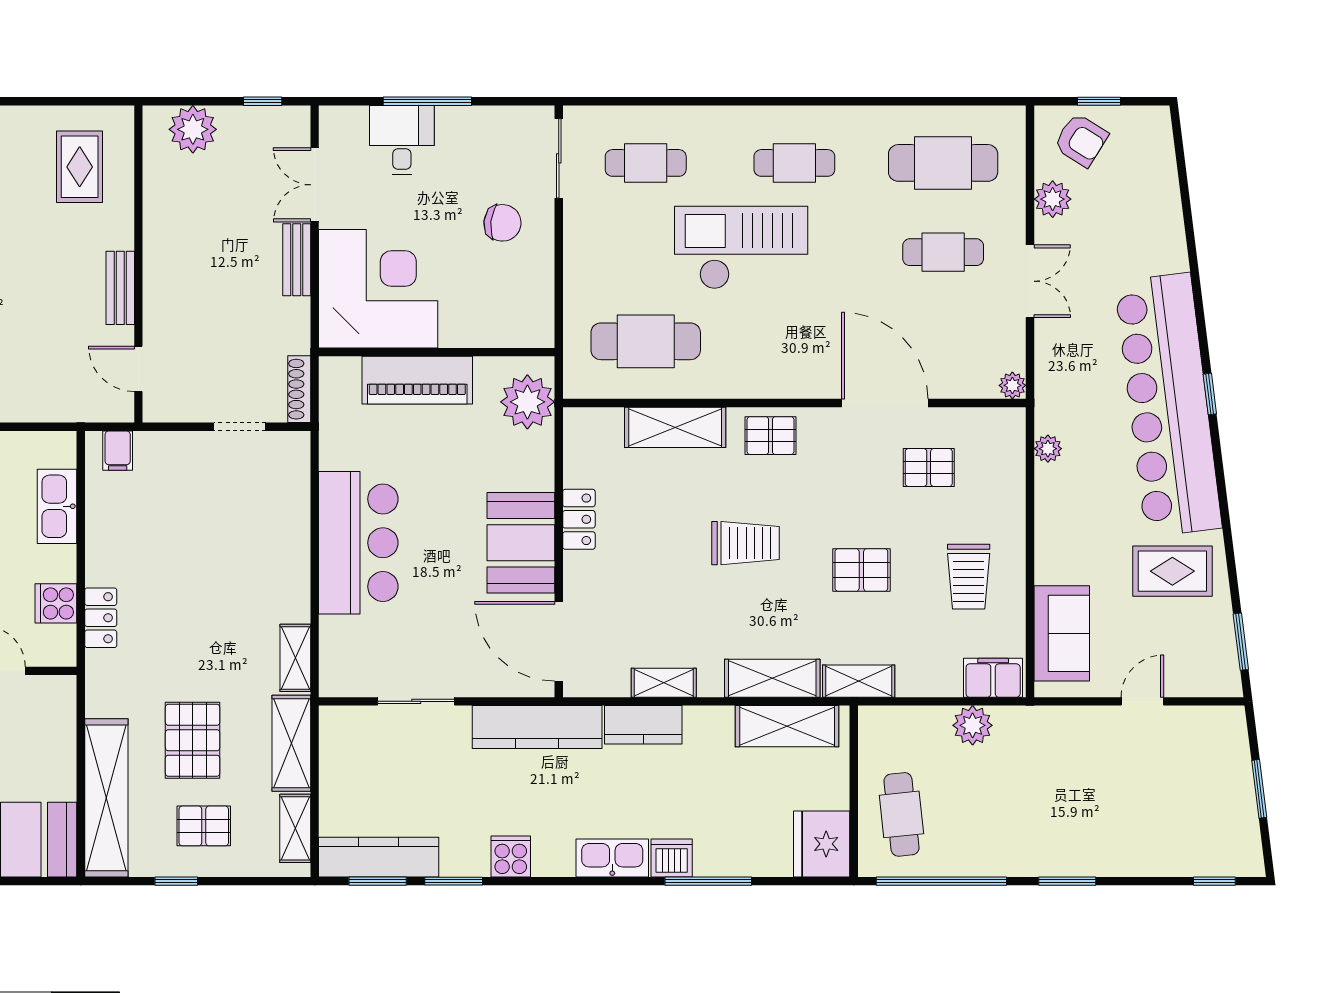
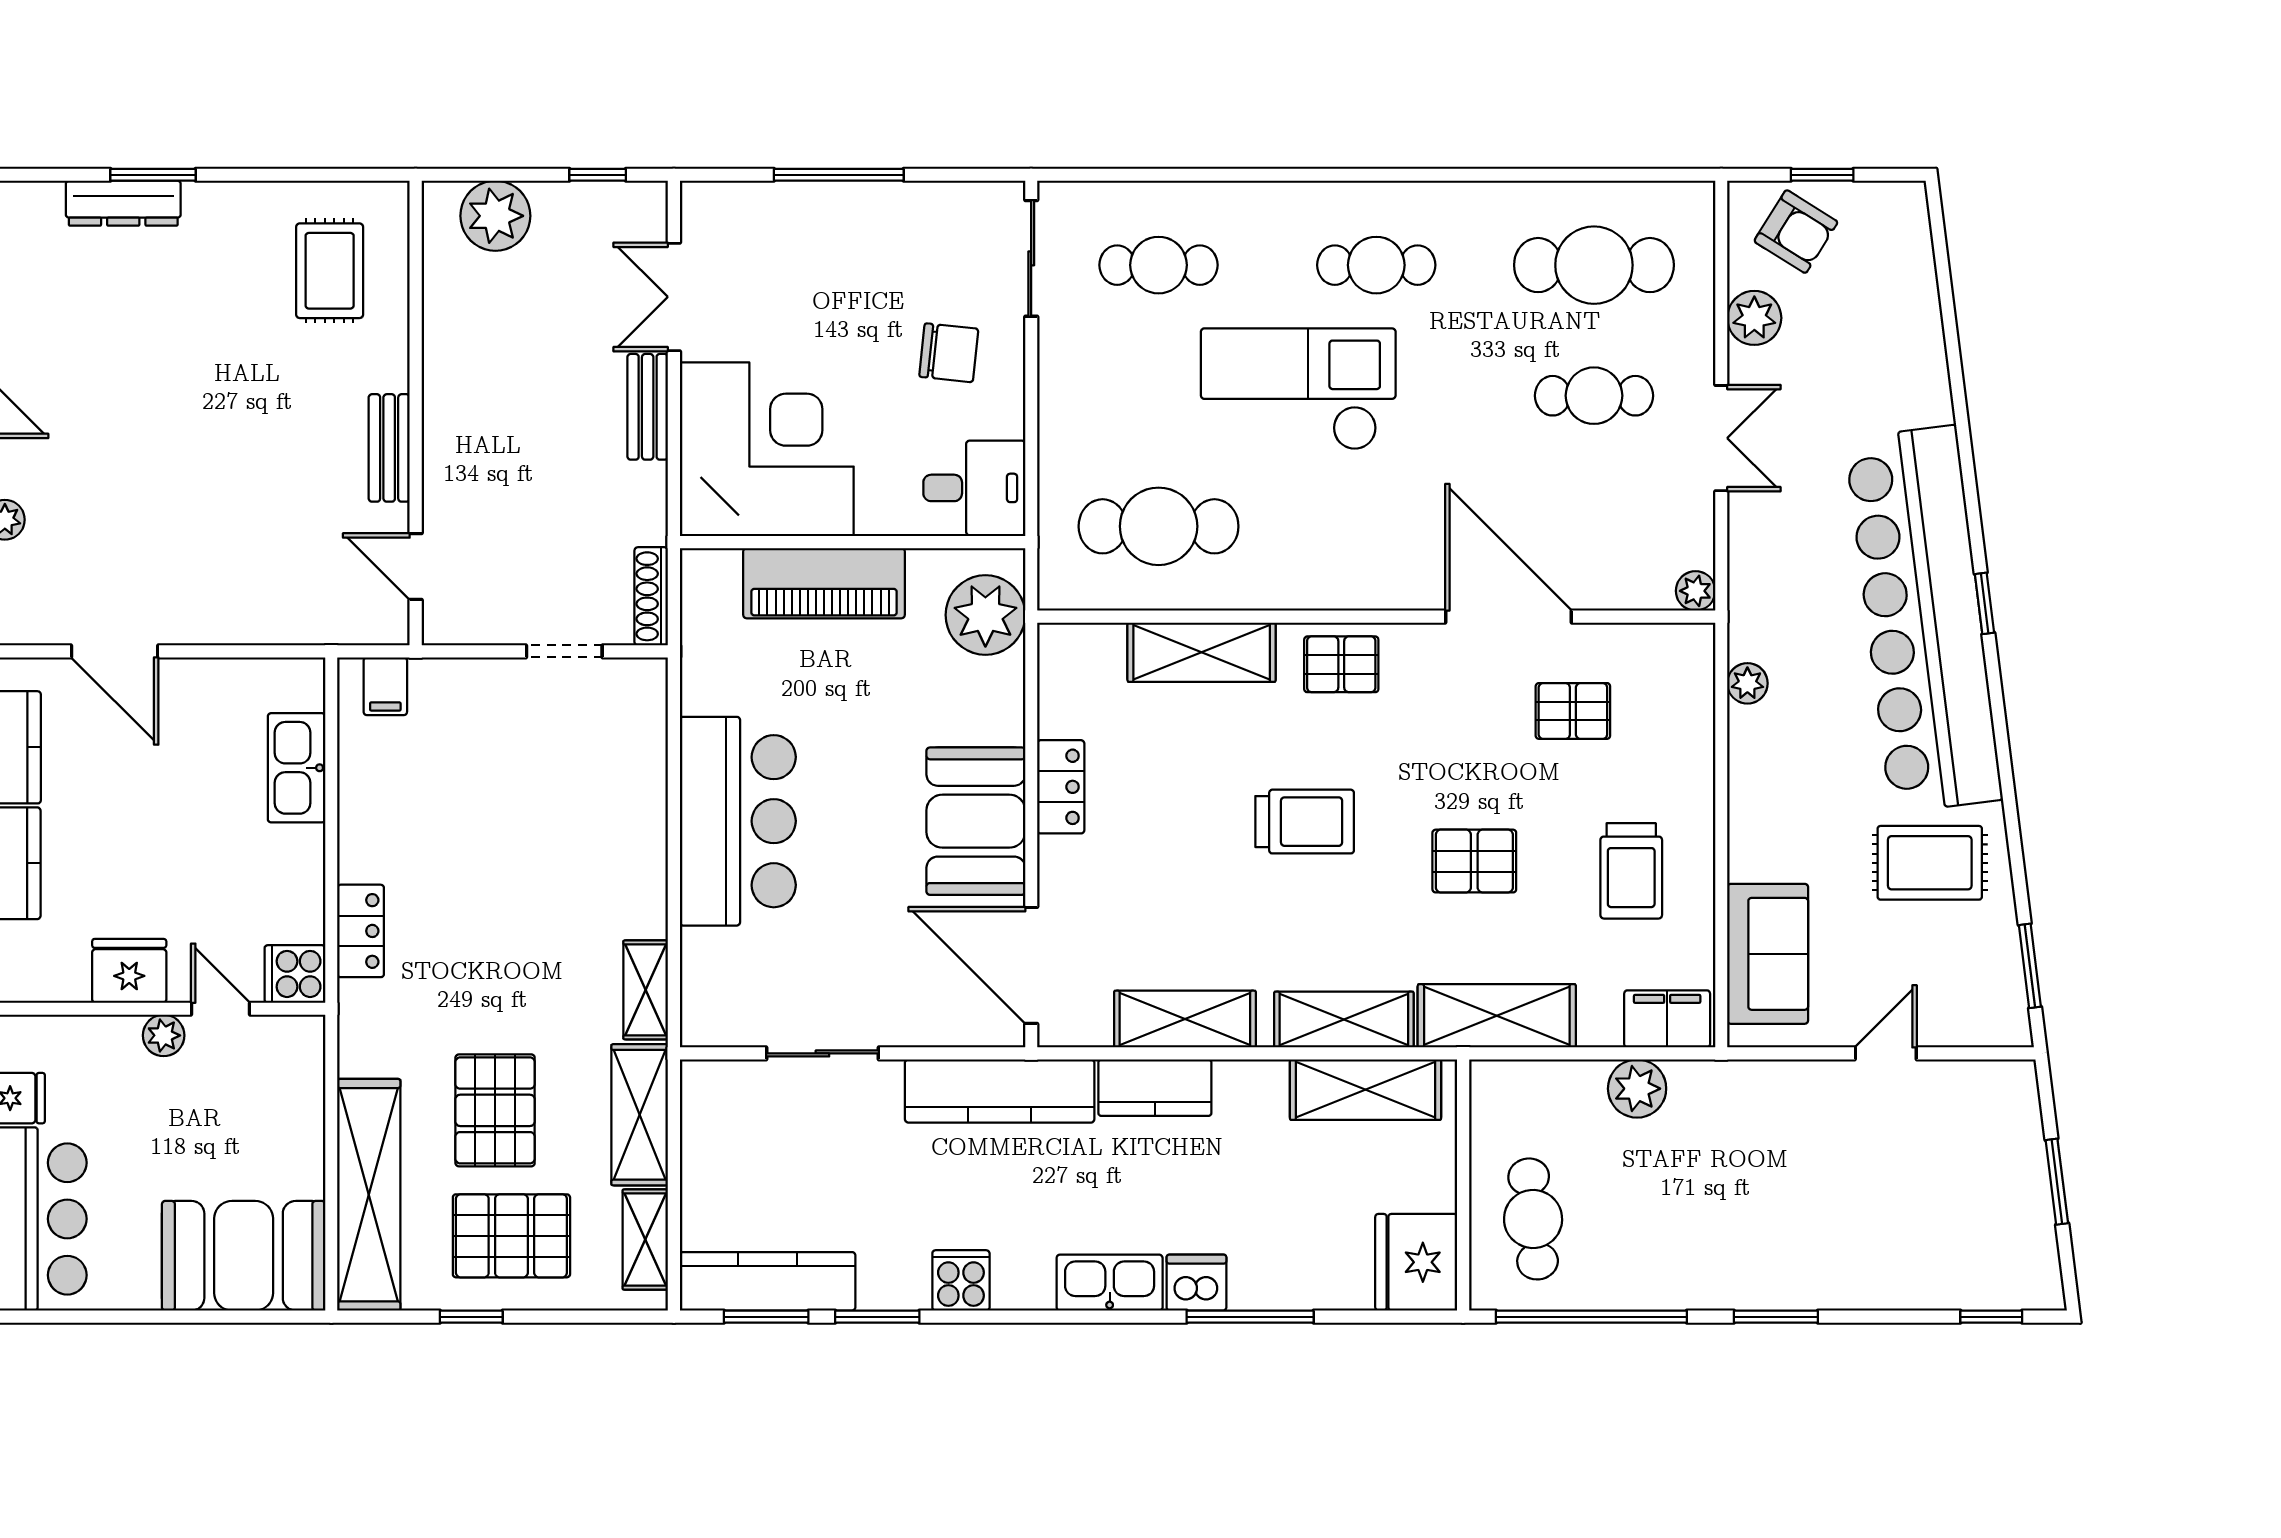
desk: (402, 140) -> (974, 488), moved, turned 90
cooker: (56, 603) -> (295, 974), moved
shelving: (859, 681) -> (1497, 1016), width x1.50, depth x1.33
shelving: (664, 683) -> (1185, 1019), width x1.50, depth x1.33
pallet: (204, 826) -> (511, 1236), width x1.50, depth x1.42

